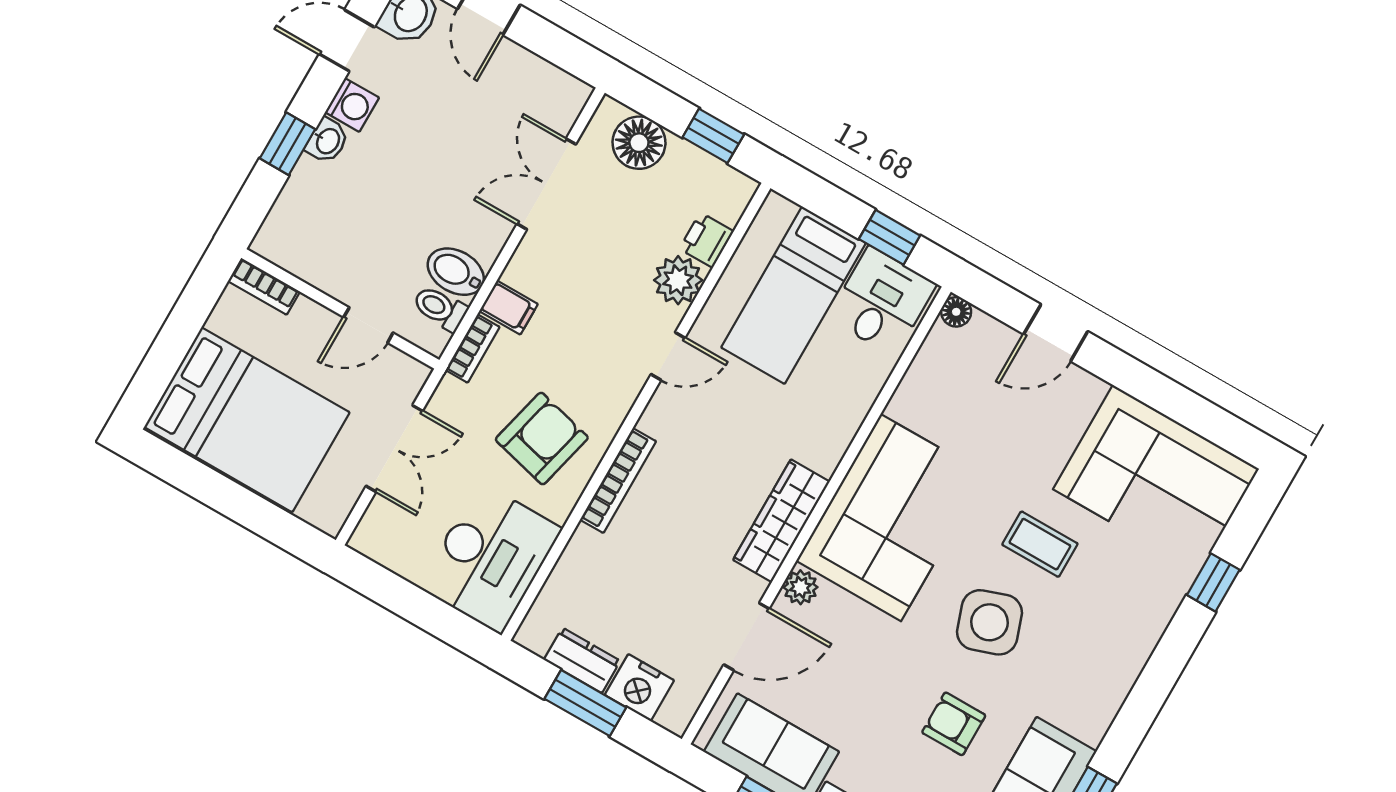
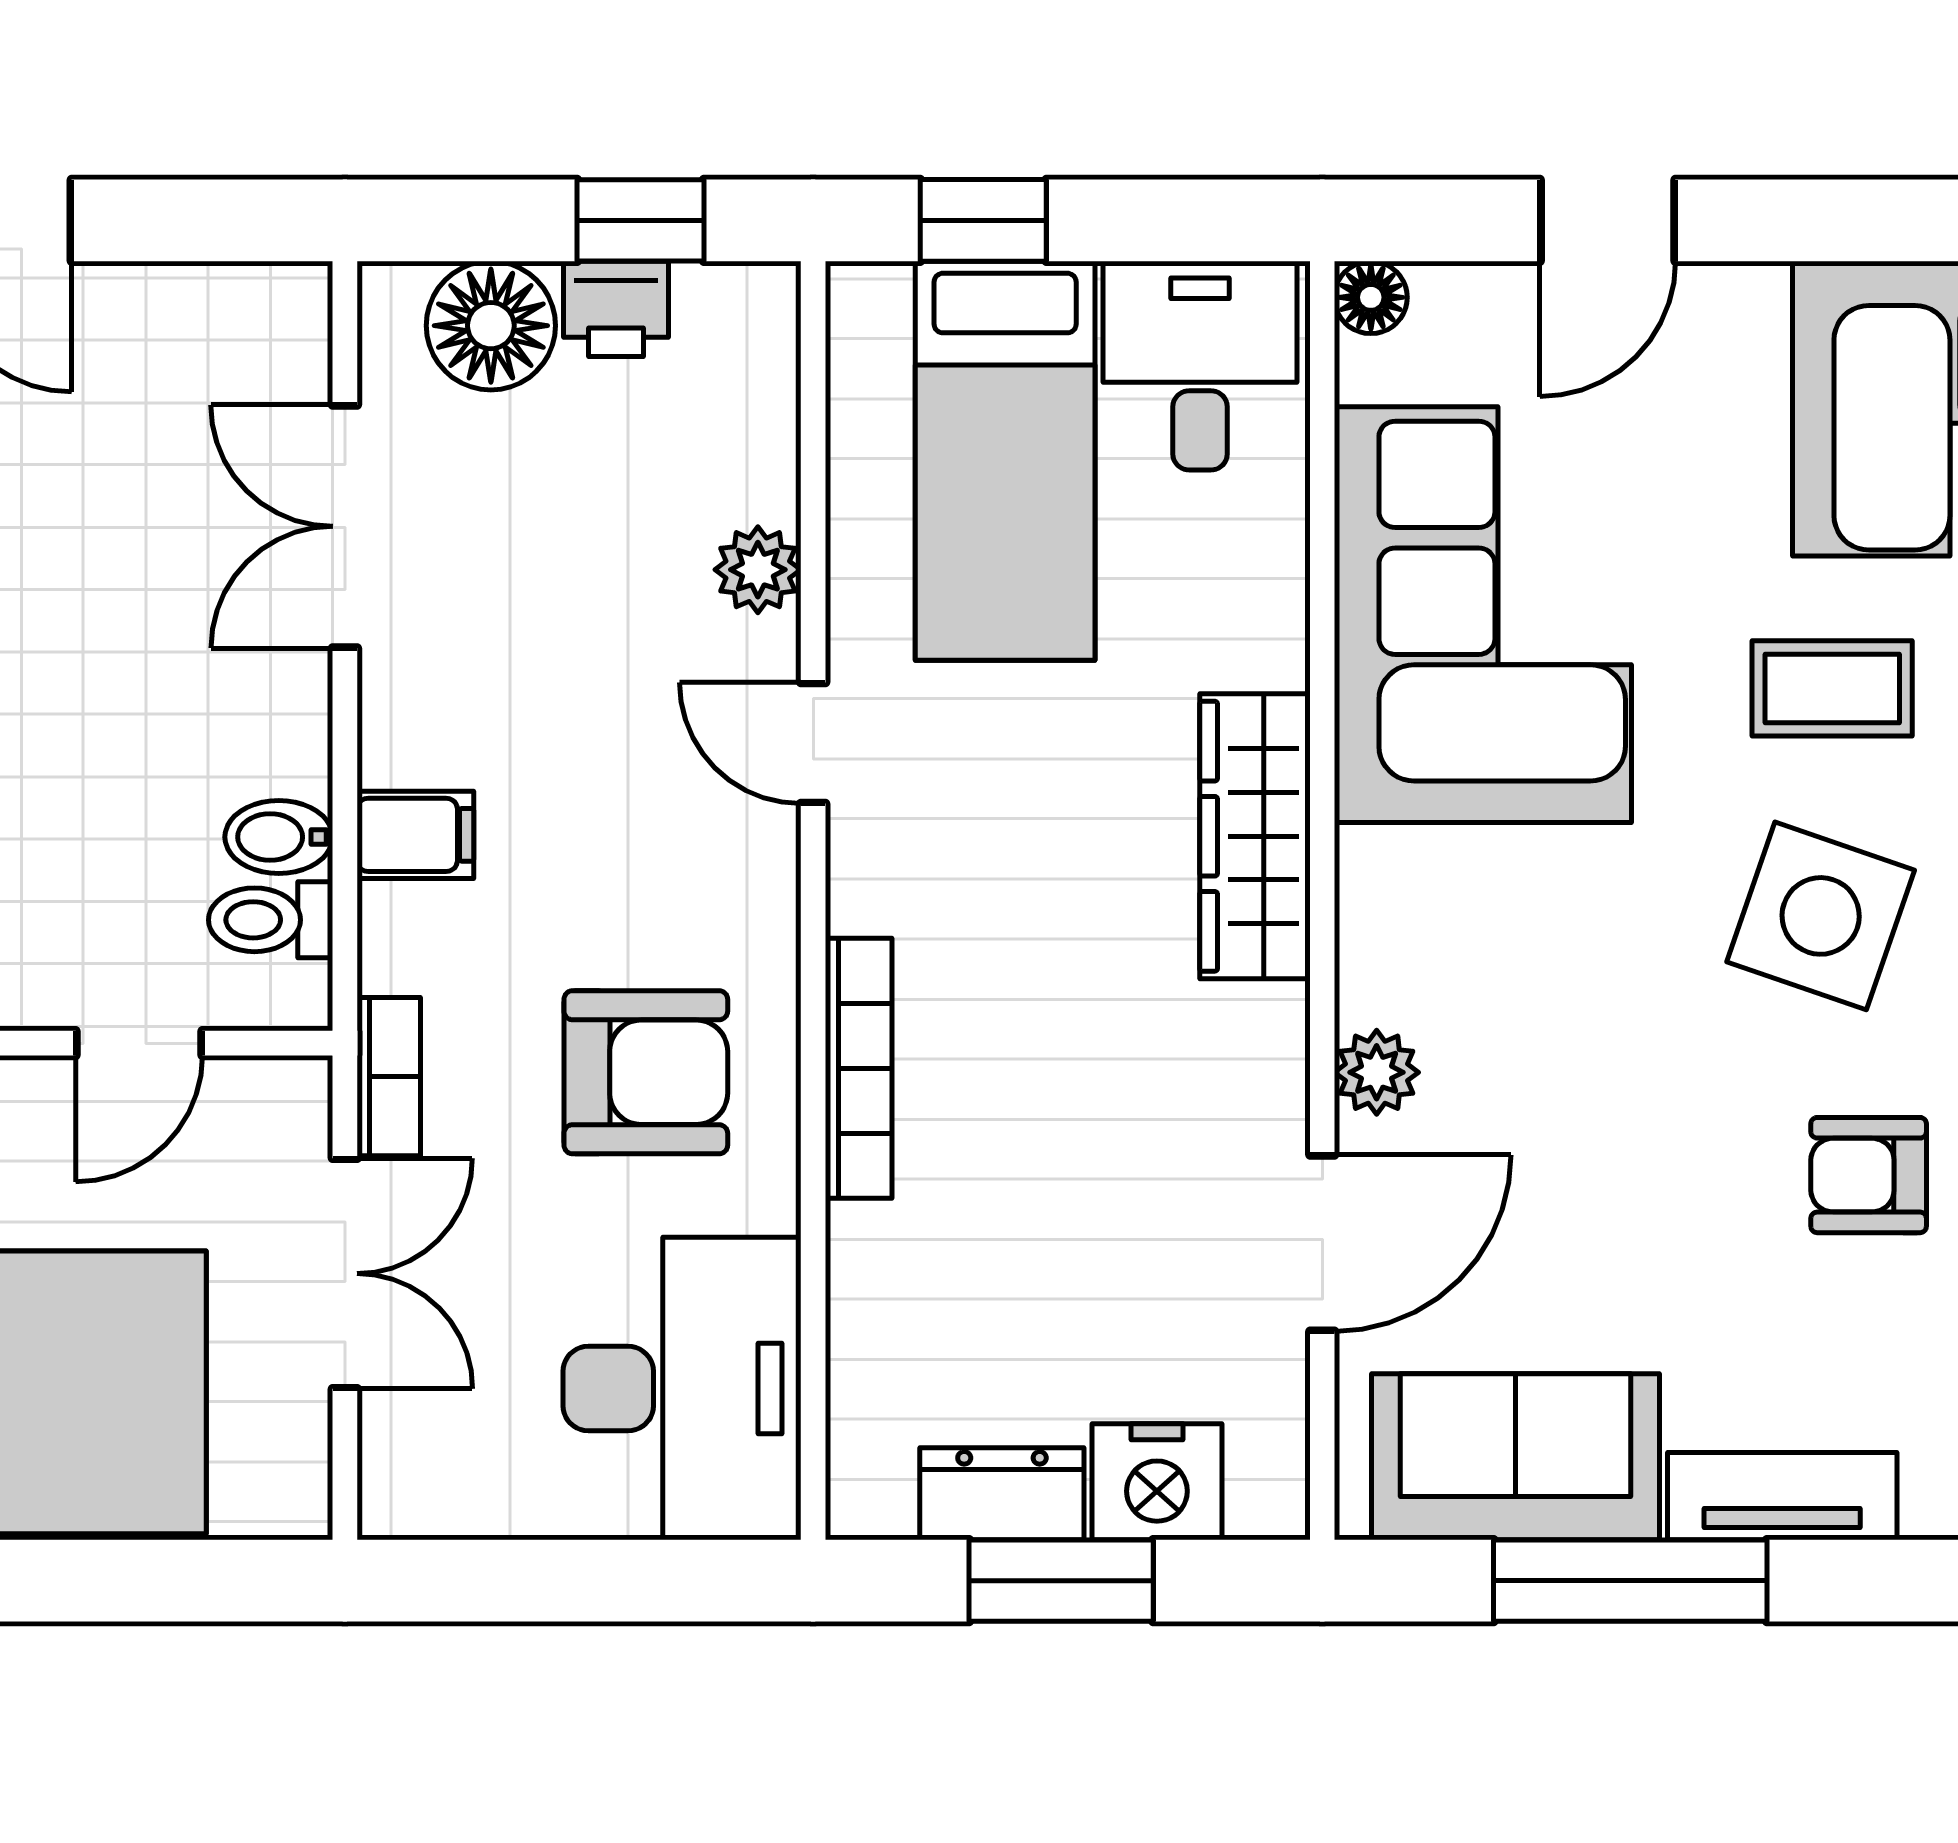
window: (890, 237) -> (983, 220), moved
printer: (707, 240) -> (616, 309), moved, turned -90
bidet: (456, 272) -> (279, 837), width x0.72, depth x0.74
plant: (678, 280) -> (758, 570), width x0.73, depth x0.73
bookcase: (472, 349) -> (389, 1077), moved
door: (668, 356) -> (813, 743), swing flipped
armchair: (542, 439) -> (646, 1072), turned 76
corner sofa: (891, 518) -> (1483, 615), moved
wardrobe: (781, 521) -> (1255, 836), moved
side table: (990, 622) -> (1821, 916), turned 38

